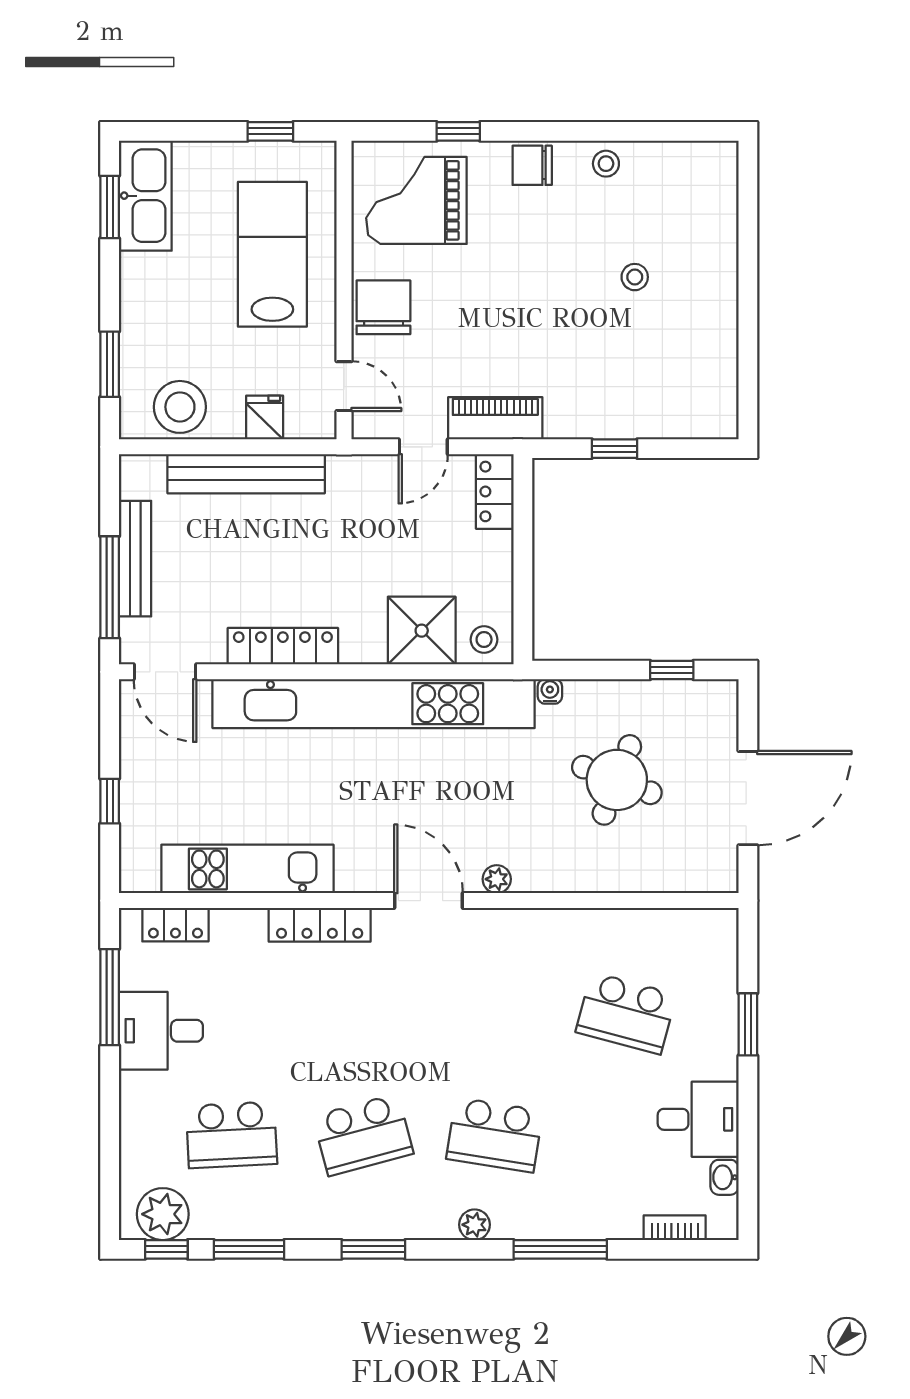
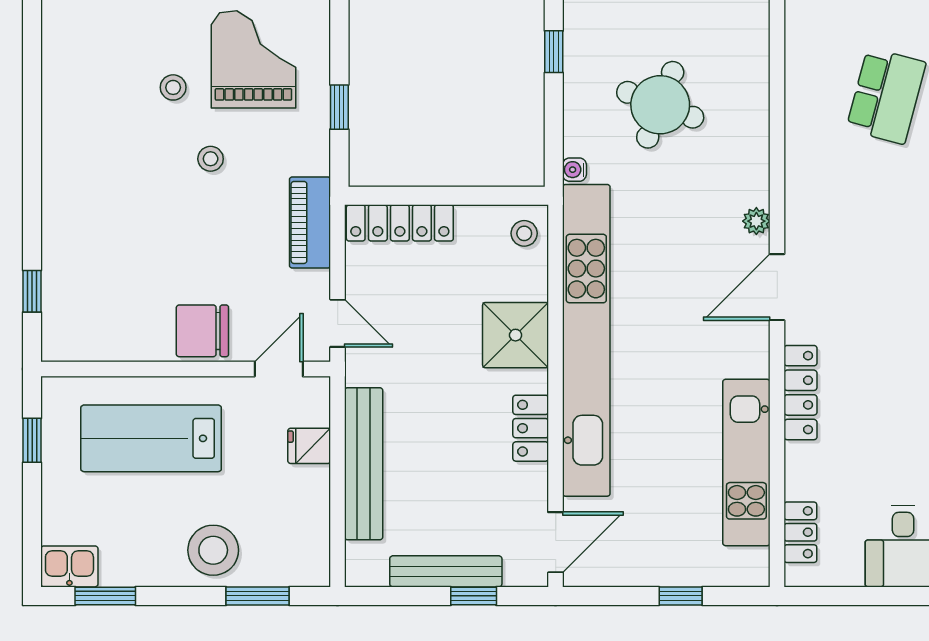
window: (458, 131) -> (32, 291), moved
stool: (606, 164) -> (211, 159), moved
chair: (532, 165) -> (65, 187), removed
kitchen sink: (145, 196) -> (69, 566), width x0.53, depth x0.81
grand piano: (416, 200) -> (253, 59), moved, turned 180
stool: (180, 407) -> (213, 550), moved
door: (423, 447) -> (338, 323), moved
locker: (495, 491) -> (400, 223), width x1.53
window: (110, 587) -> (474, 596), width x0.46
shower: (422, 631) -> (516, 335), moved
locker: (283, 646) -> (531, 428), width x0.66
window: (110, 997) -> (871, 596), removed

